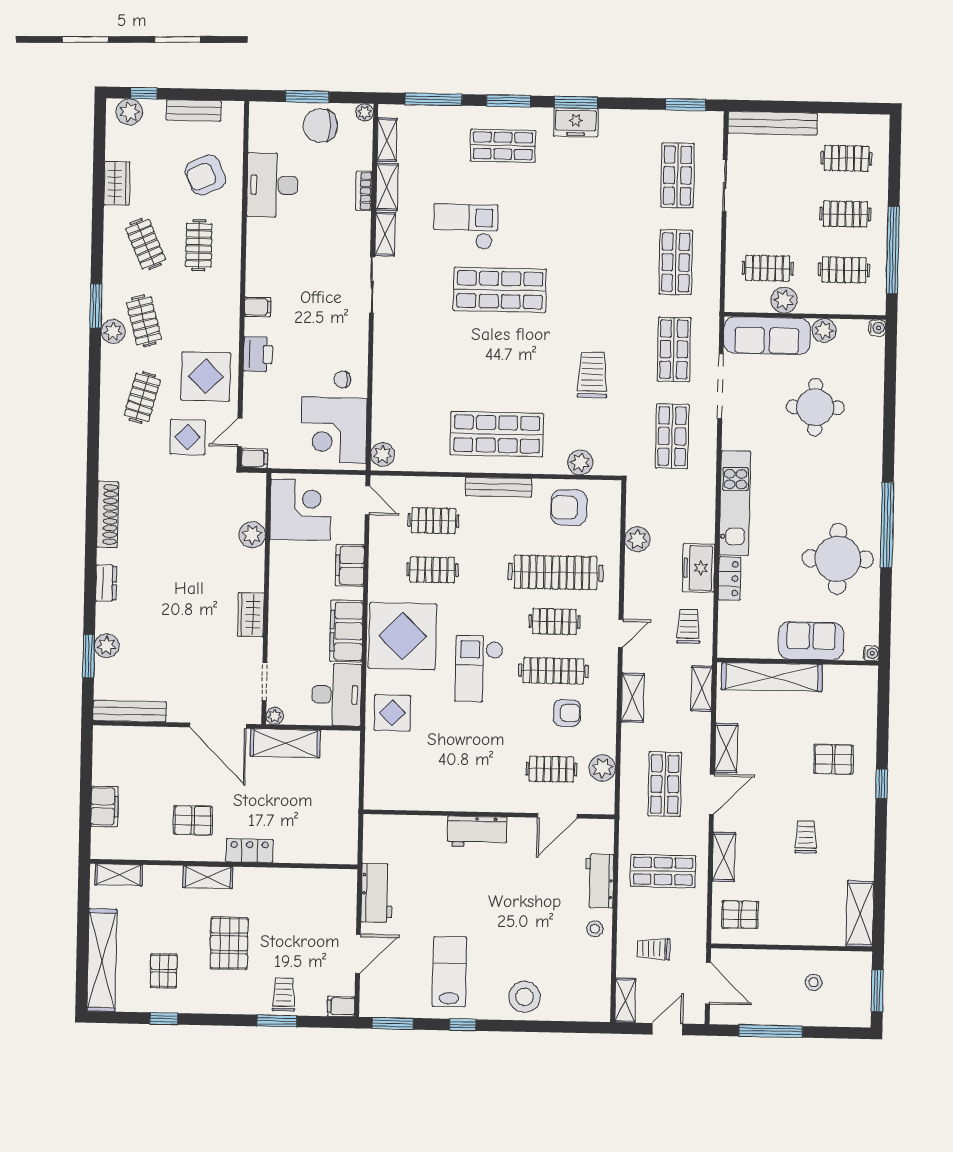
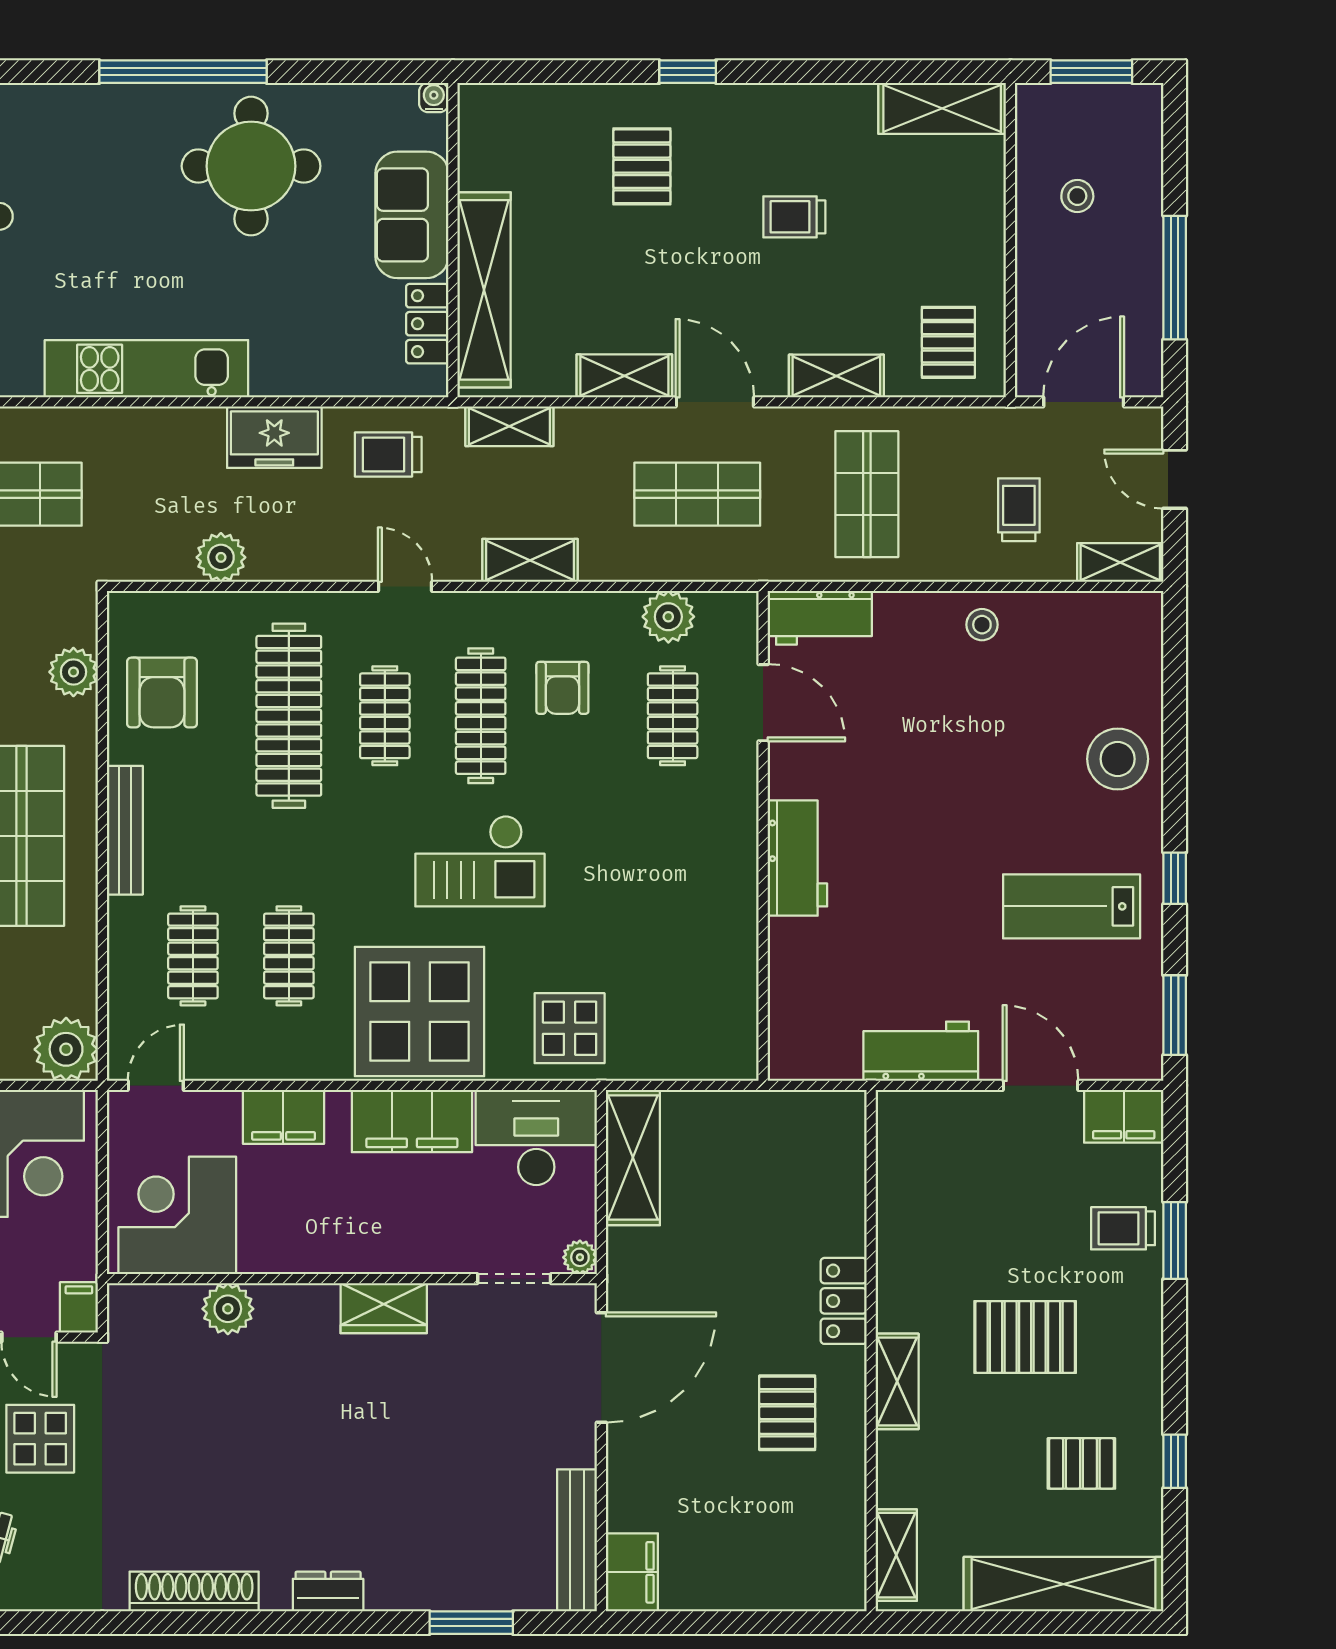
plant: (383, 454) -> (66, 1049), width x1.36, depth x1.36
locker: (730, 579) -> (427, 324), moved, turned -90
plant: (107, 646) -> (450, 1588), removed
armchair: (567, 713) -> (562, 688), turned 180
shelving: (285, 743) -> (633, 1158), moved
filing cabinet: (105, 806) -> (632, 1572), moved, turned 90
workbench: (599, 881) -> (820, 618), moved
trolley: (653, 949) -> (1019, 510), turned 180
filing cabinet: (341, 1006) -> (1124, 1116), width x2.00

